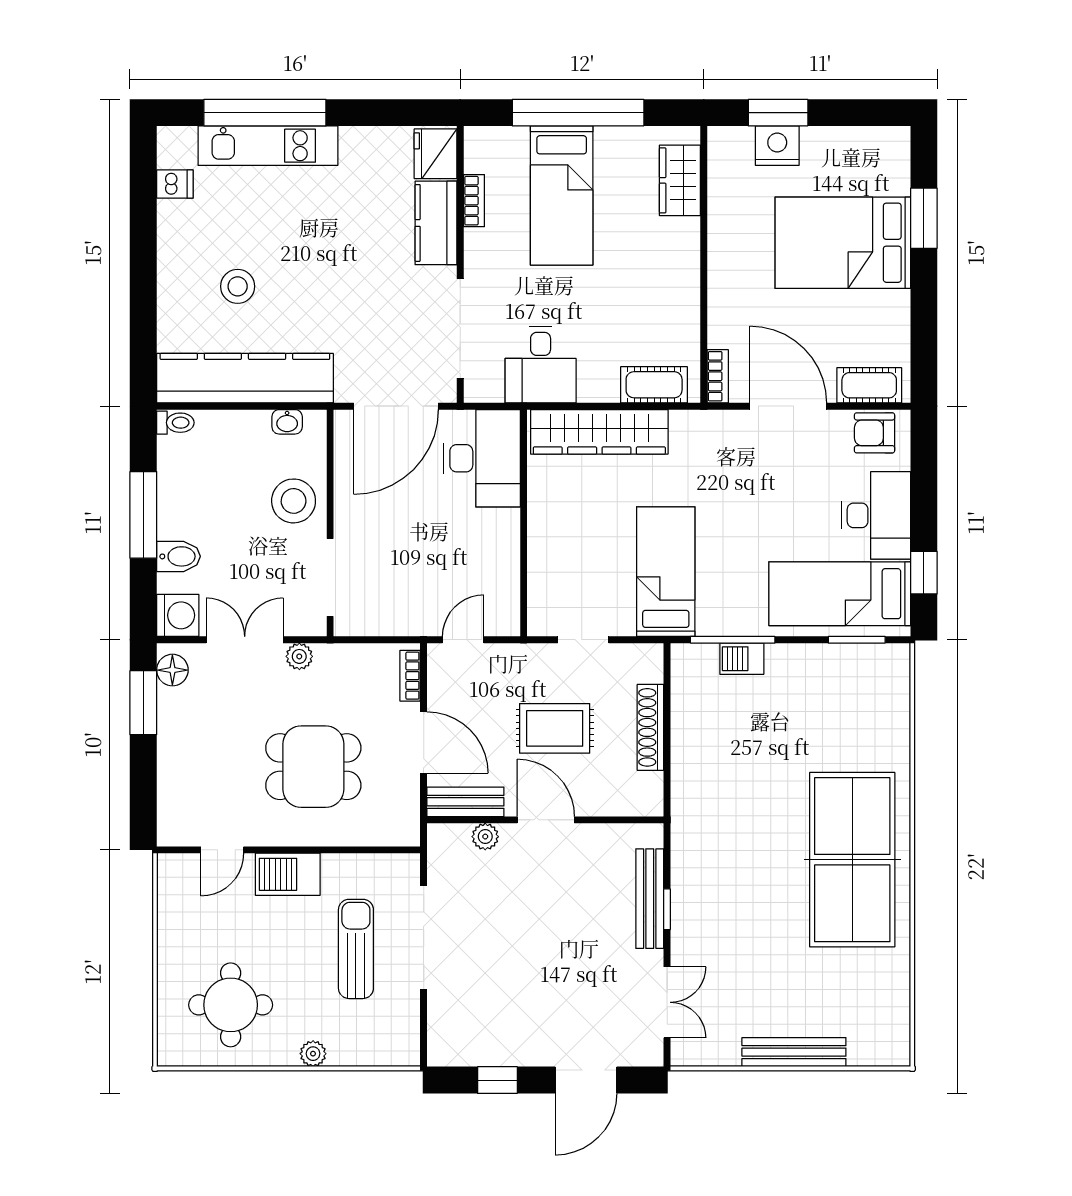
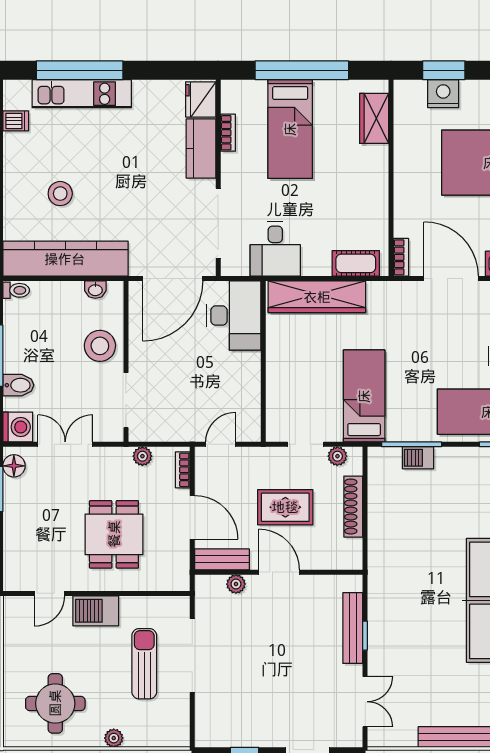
plant: (299, 656) -> (142, 456), moved
plant: (628, 656) -> (337, 456), added
dining table: (313, 767) -> (114, 534), turned 90

